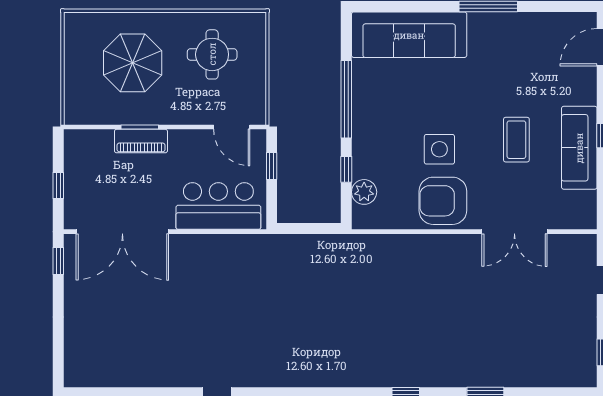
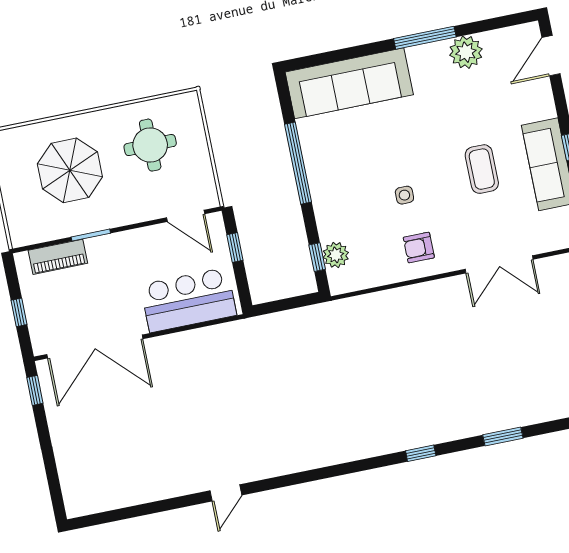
plant: (524, 28) -> (466, 52), added
piano: (141, 141) -> (58, 257), moved
side table: (439, 149) -> (404, 195), width x0.54, depth x0.54
window: (346, 169) -> (317, 257), moved
armchair: (443, 201) -> (419, 248), width x0.53, depth x0.53

